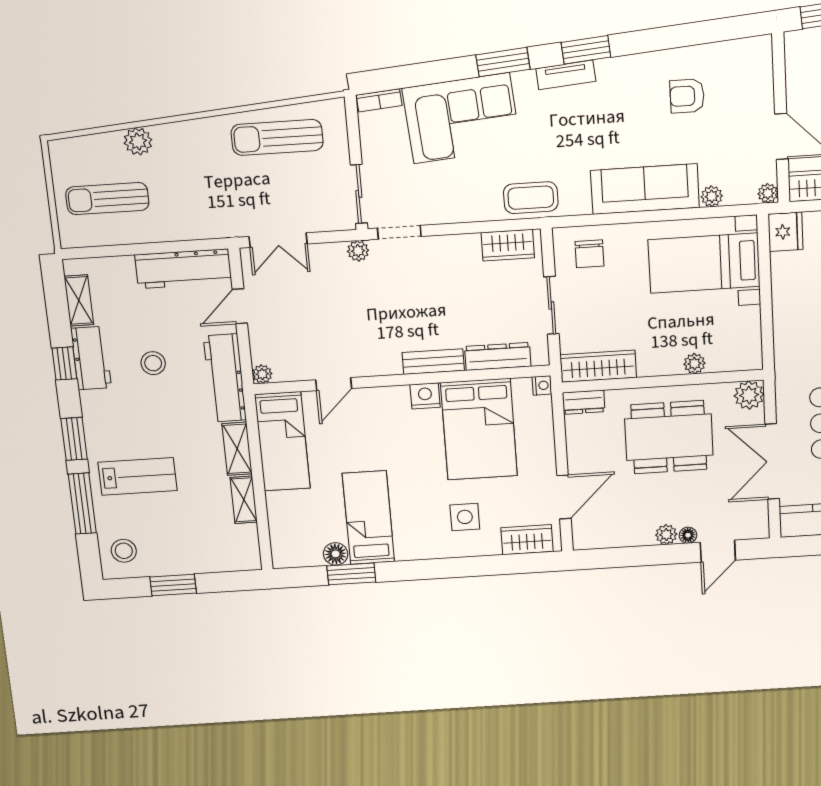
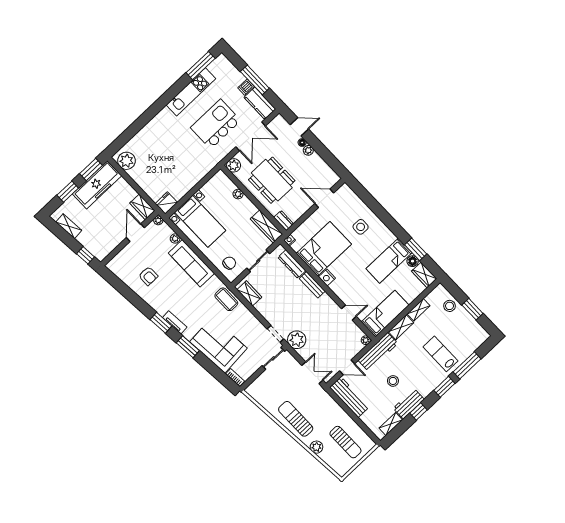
sun lounger: (277, 137) -> (296, 419), moved, turned 180
plant: (358, 251) -> (297, 340), width x1.88, depth x1.88
wardrobe: (527, 540) -> (424, 275), moved
stool: (124, 551) -> (450, 306), moved

